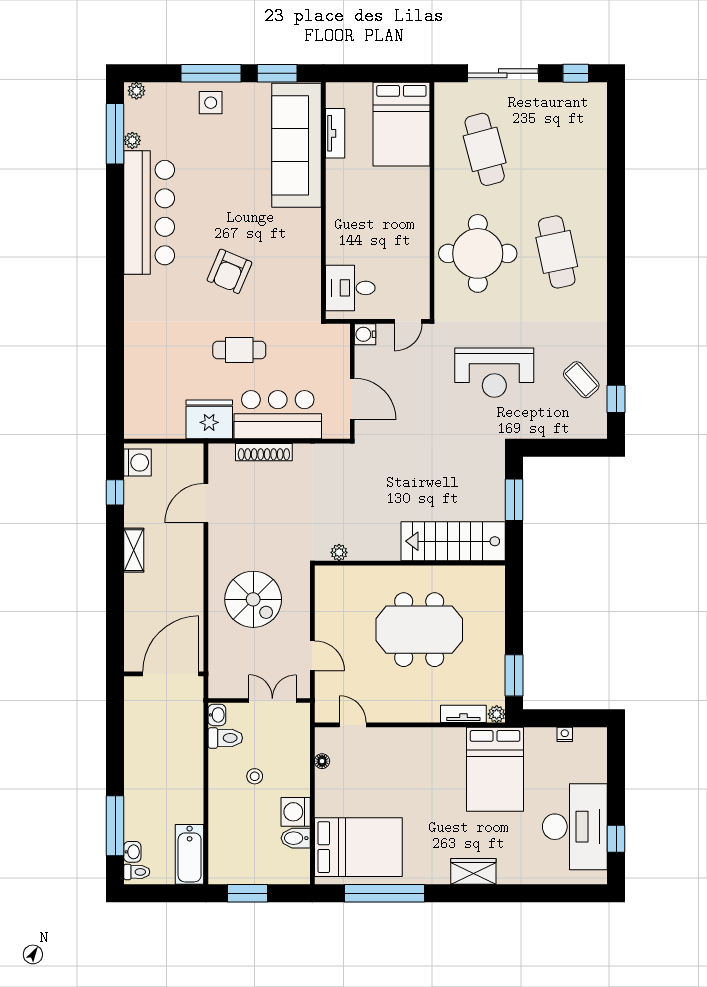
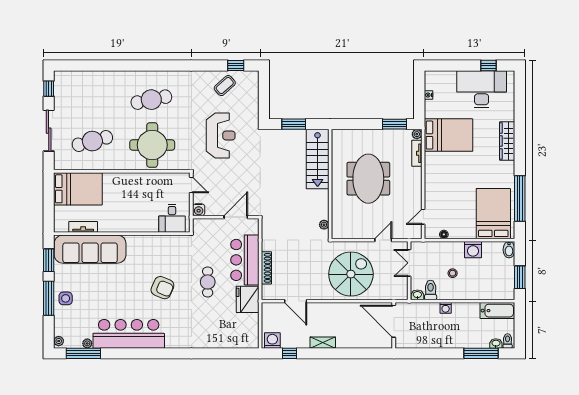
spiral stairs: (253, 599) -> (351, 274), width x1.37, depth x1.37
washing machine: (194, 764) -> (446, 308), added
bidet: (296, 838) -> (509, 250), moved
wardrobe: (473, 871) -> (507, 141), width x1.50

